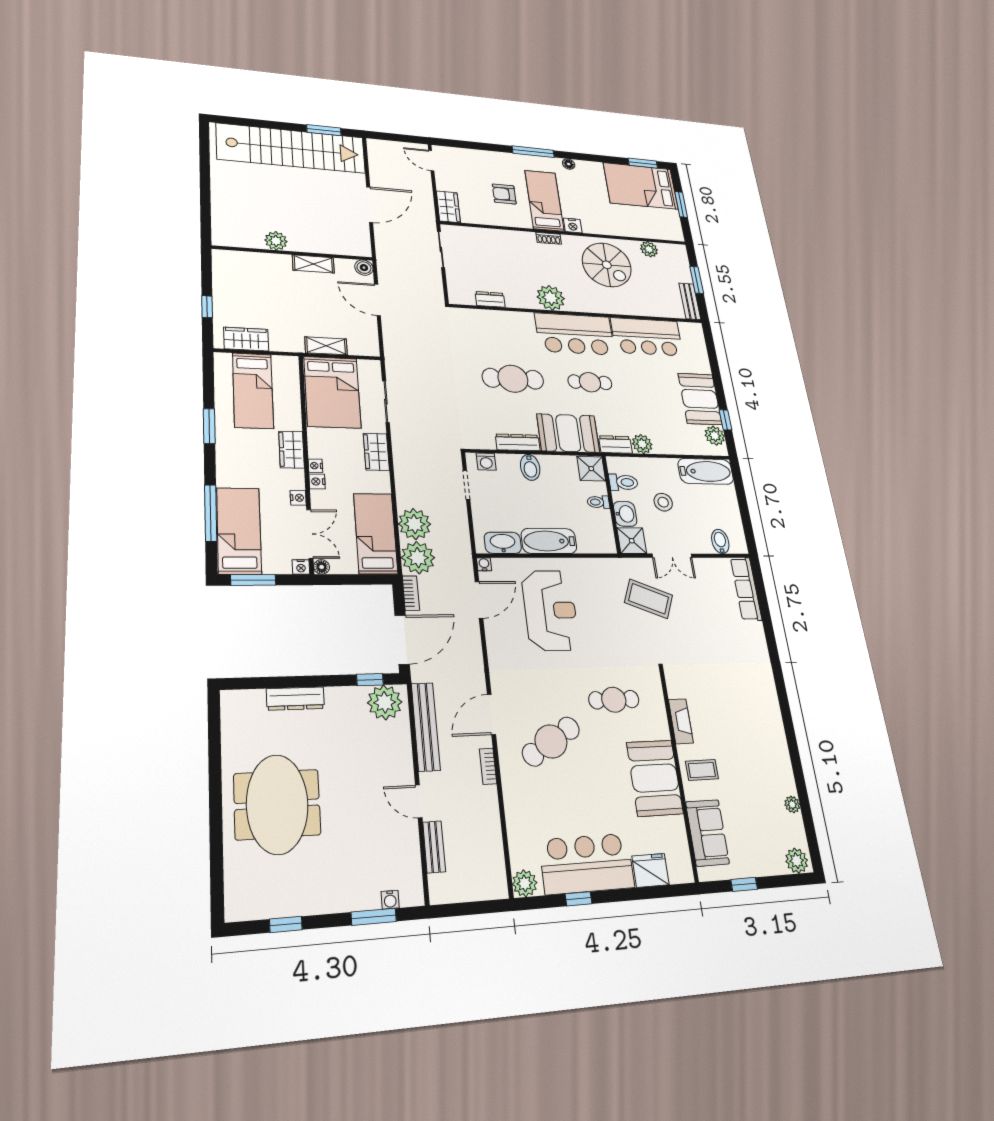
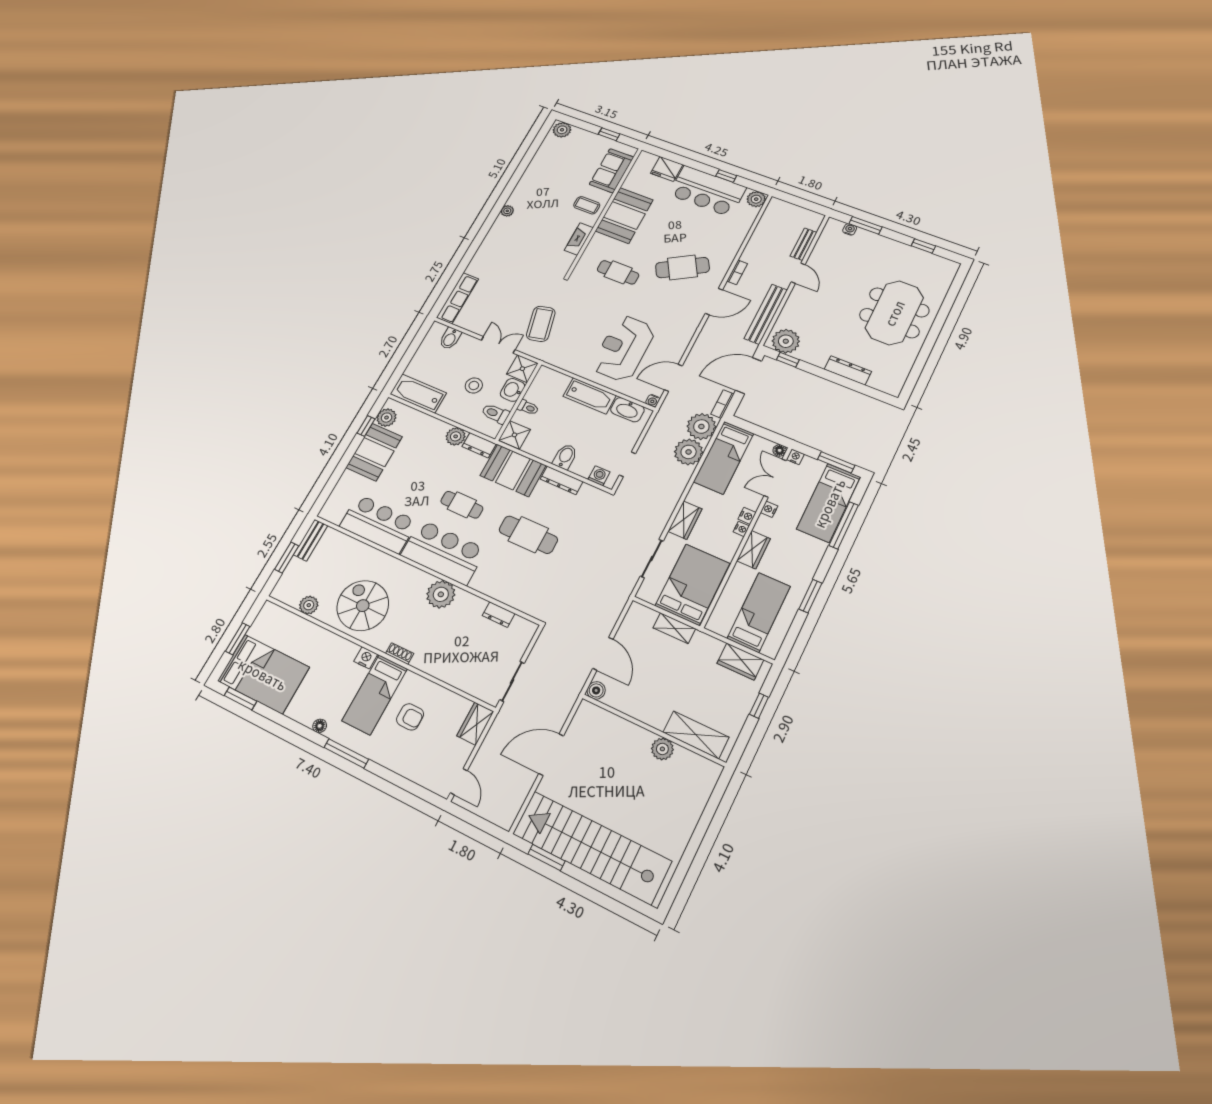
shelving: (313, 264) -> (696, 735), moved, width x1.50, depth x1.33
coffee table: (649, 599) -> (541, 324), turned 55
plant: (792, 804) -> (507, 211), moved

